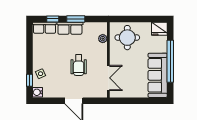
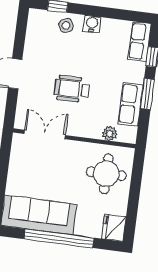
row of seats: (70, 28) -> (131, 104), moved
double door: (108, 78) -> (45, 134), swing flipped
water cooler: (38, 92) -> (92, 24), moved

